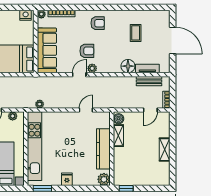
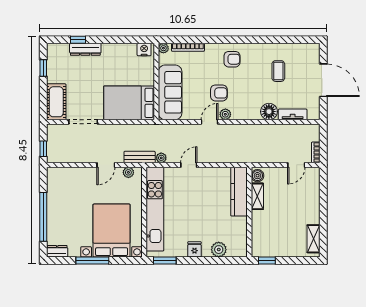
bench: (149, 81) -> (140, 157), moved
door: (86, 110) -> (189, 165), moved
kitchen counter: (103, 149) -> (239, 192), moved
shelving: (165, 150) -> (314, 239), moved
plant: (104, 179) -> (219, 250), moved

